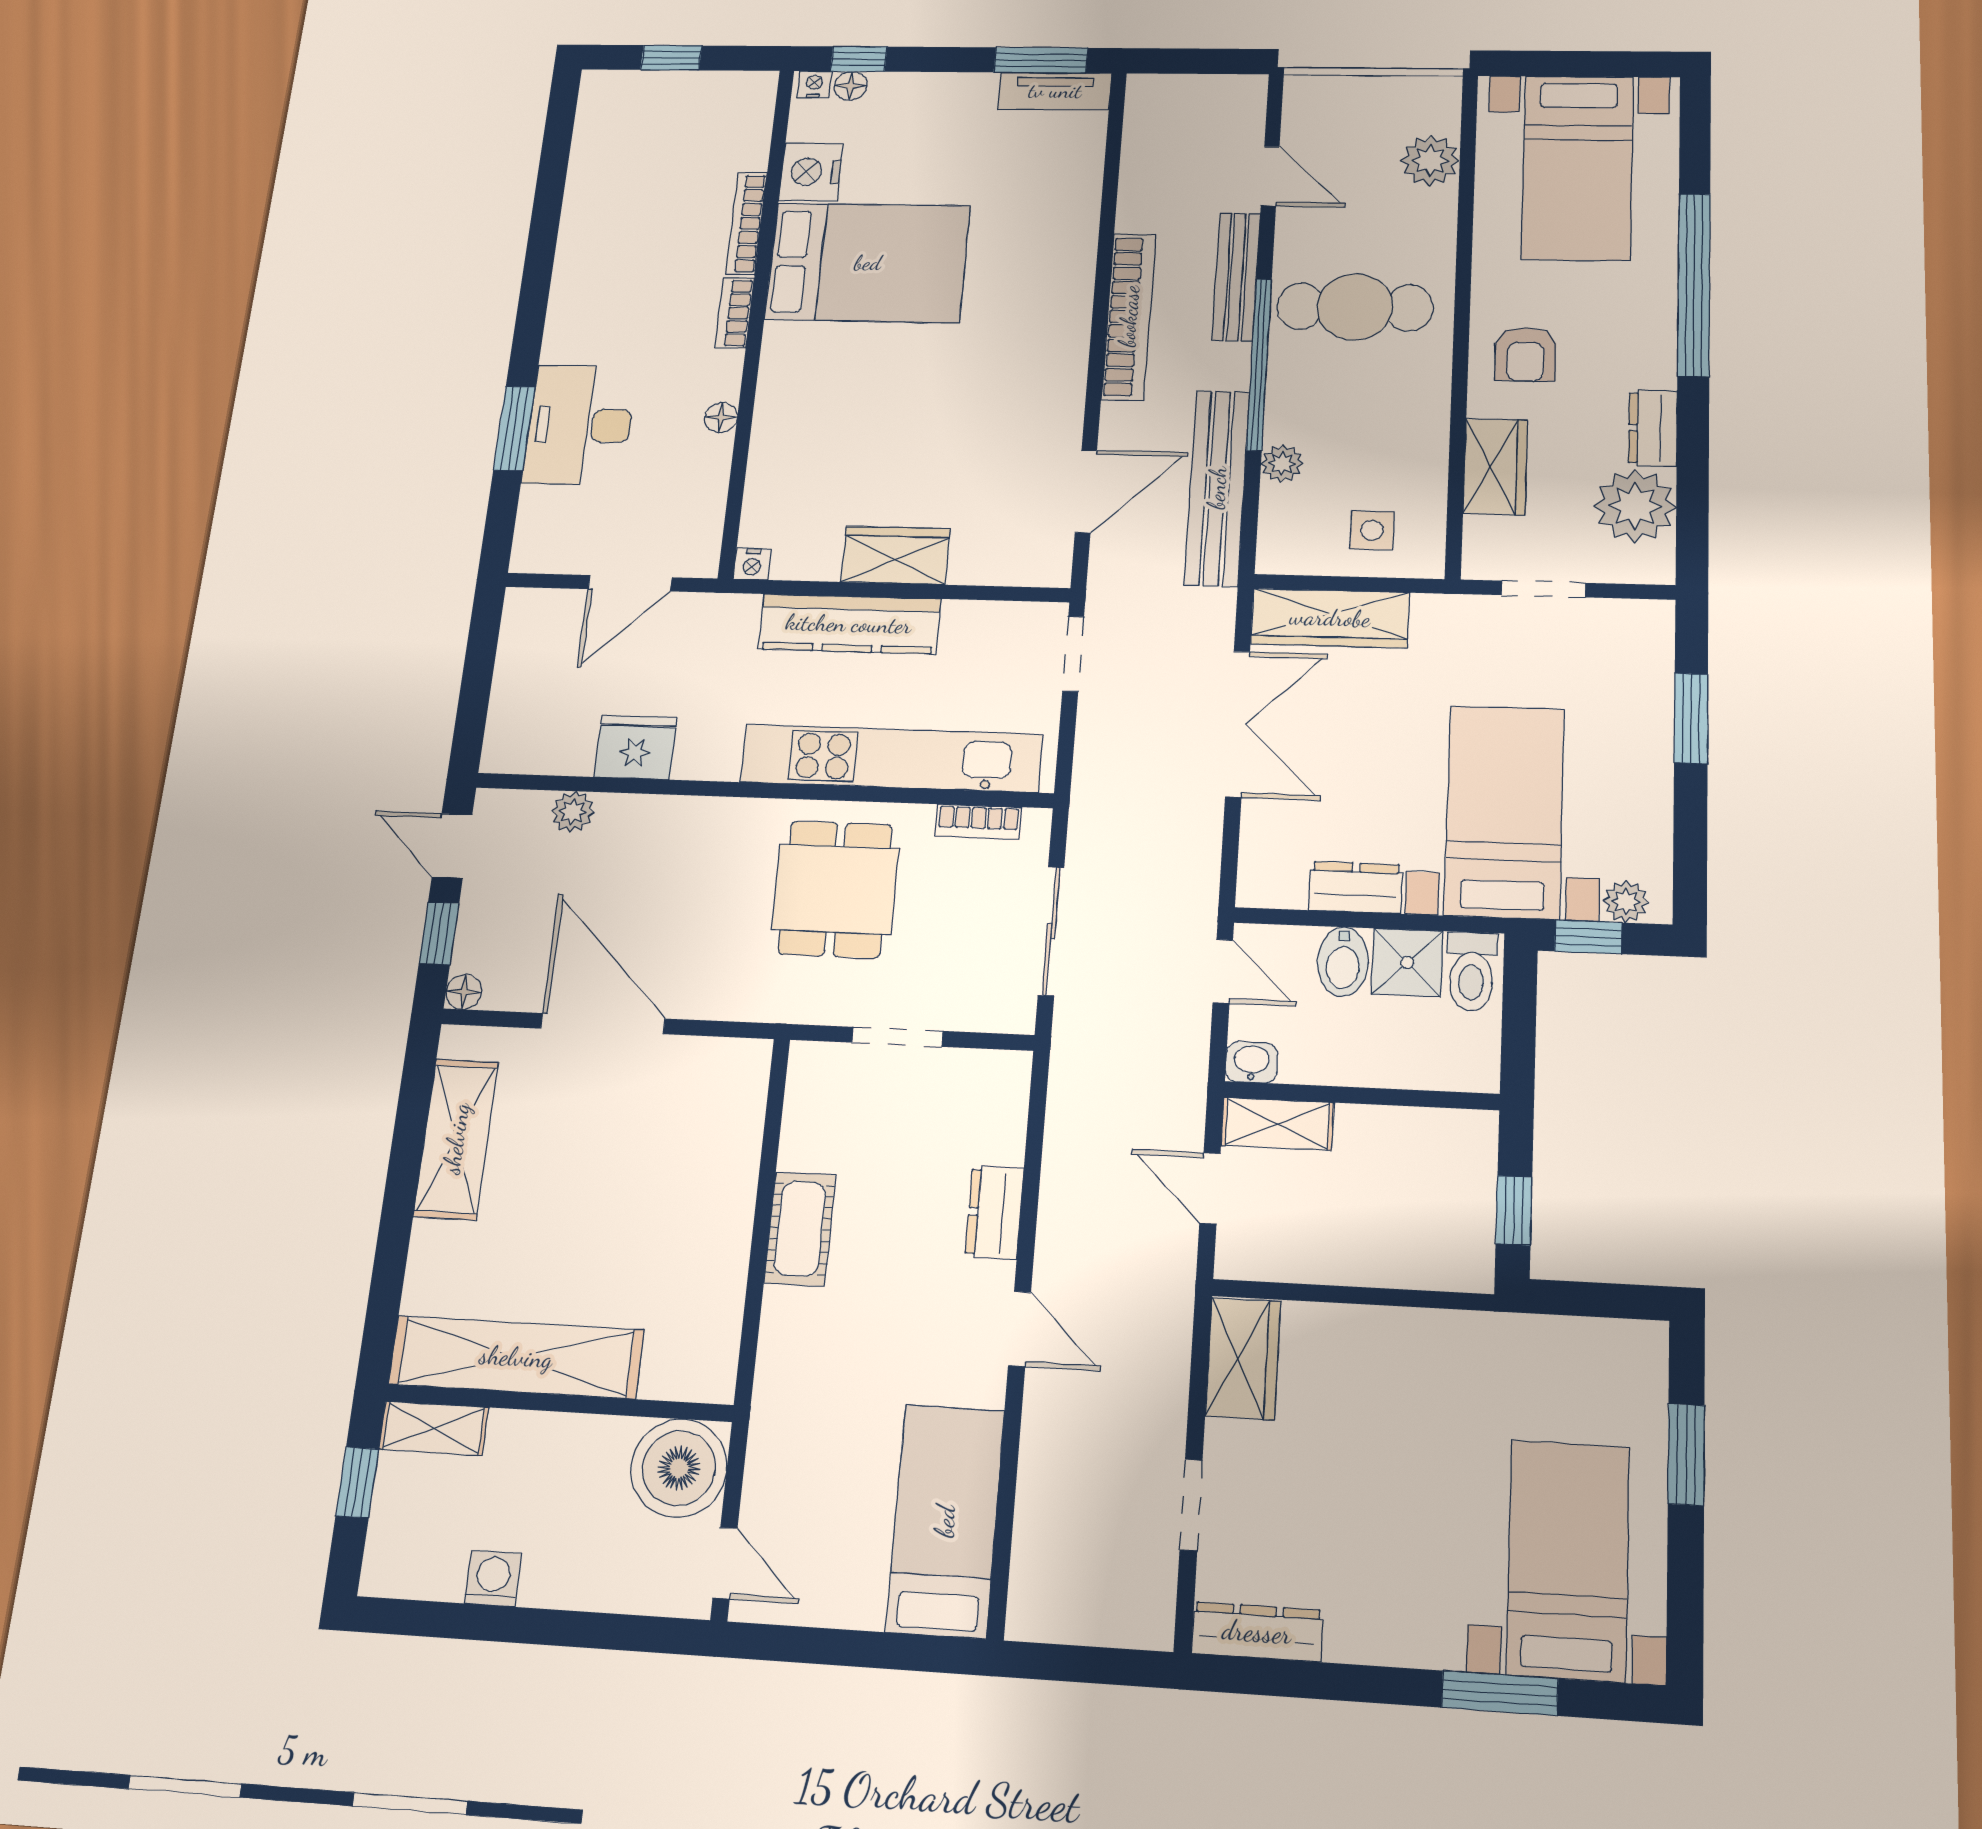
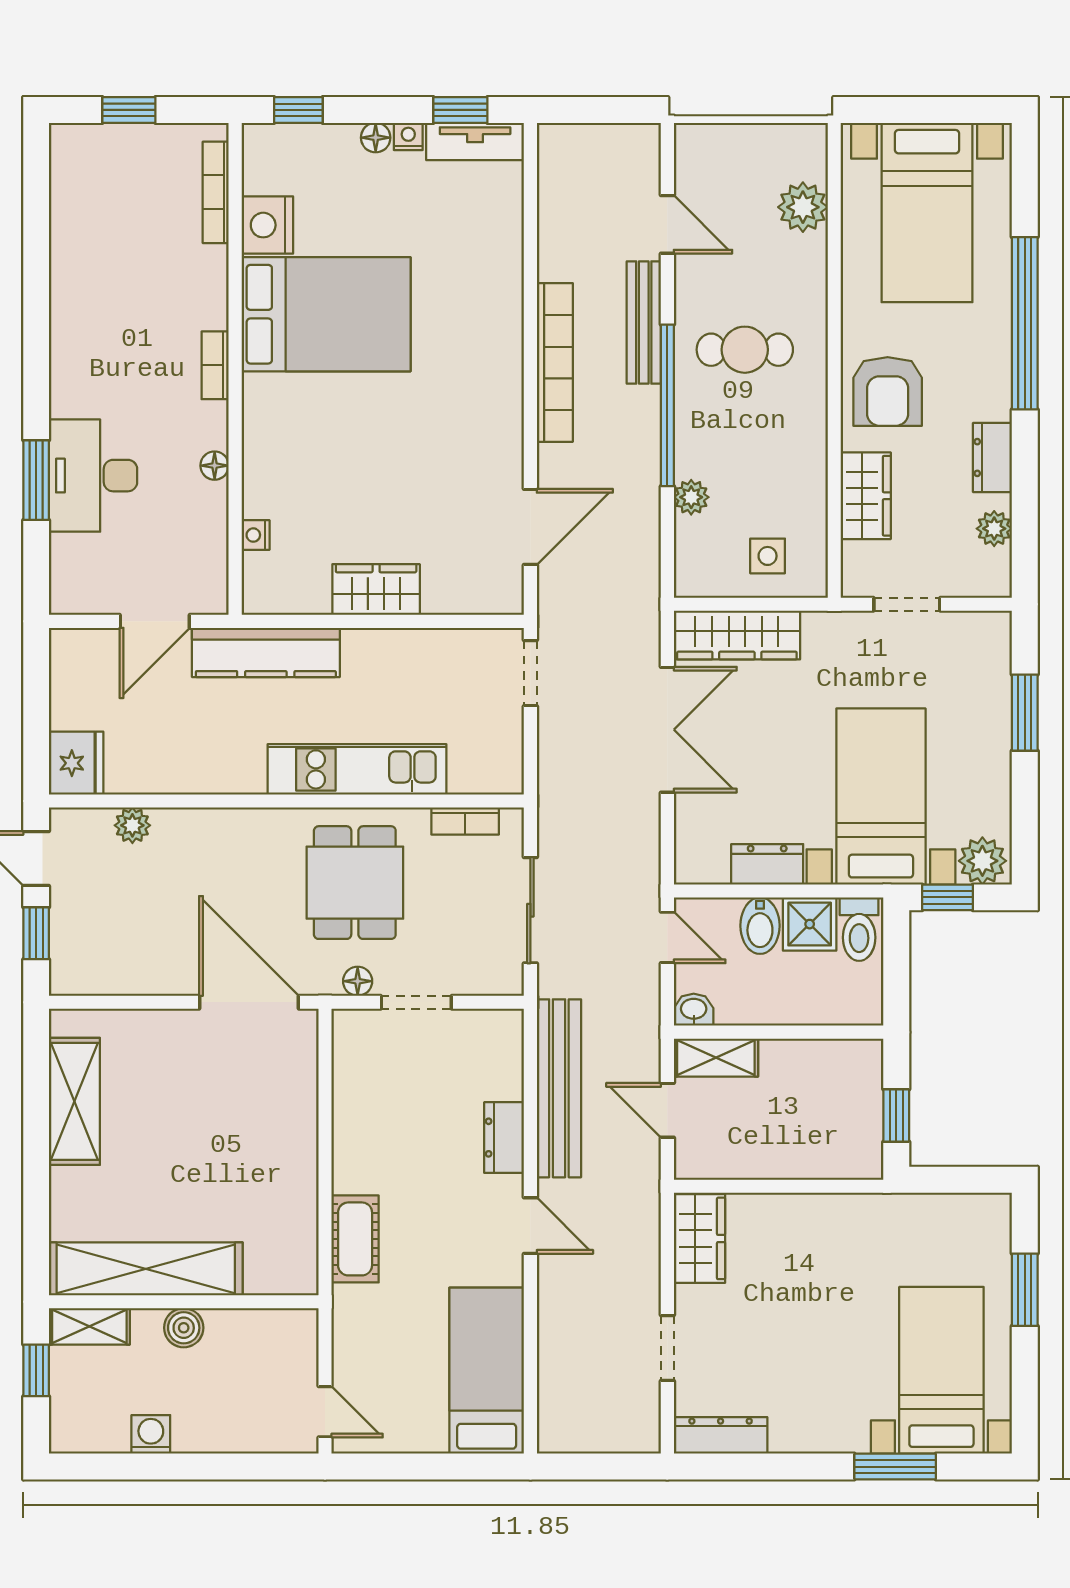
window: (1041, 60) -> (460, 110), width x0.67
nightstand: (814, 84) -> (408, 136), moved
floor lamp: (851, 86) -> (376, 138), moved
bookcase: (746, 223) -> (216, 192), moved
cafe table: (1355, 307) -> (745, 350), width x0.73, depth x0.74
armchair: (1525, 354) -> (888, 391), width x1.38, depth x1.38
bench: (1217, 488) -> (559, 1088), moved
plant: (1635, 506) -> (994, 529), width x0.53, depth x0.53
nightstand: (752, 564) -> (256, 535), moved, turned 90
kitchen counter: (849, 624) -> (266, 652), moved
fridge: (636, 747) -> (76, 763), moved, turned 90
kitchen unit: (891, 758) -> (357, 769), width x0.73
plant: (1626, 902) -> (982, 861), width x1.38, depth x1.38
floor lamp: (464, 992) -> (358, 981), moved
door: (603, 1024) -> (249, 1002), moved
cot: (800, 1229) -> (355, 1239), moved
boiler: (679, 1468) -> (184, 1328), moved, width x0.54, depth x0.54

